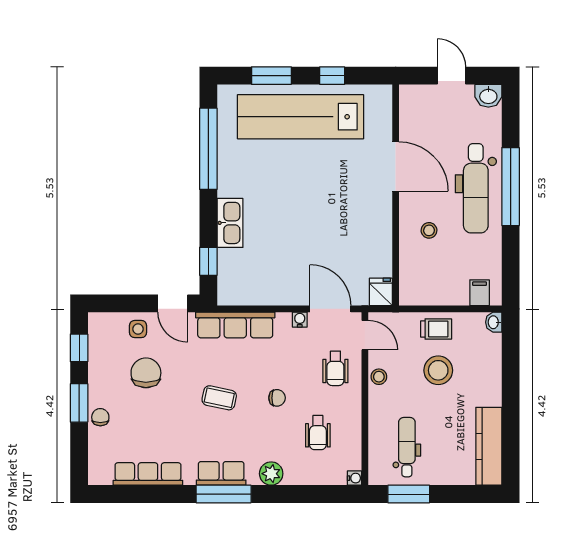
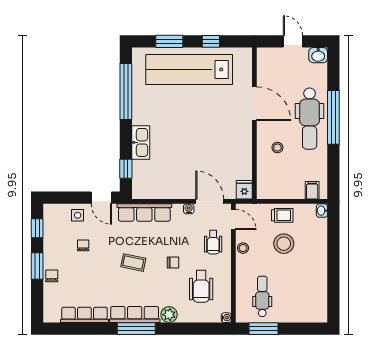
chair: (146, 373) -> (83, 245), width x0.54, depth x0.54
wheelchair: (318, 433) -> (201, 286), width x1.36, depth x1.37
kitchen counter: (489, 446) -> (319, 296), removed
row of seats: (221, 473) -> (135, 314), width x1.48

